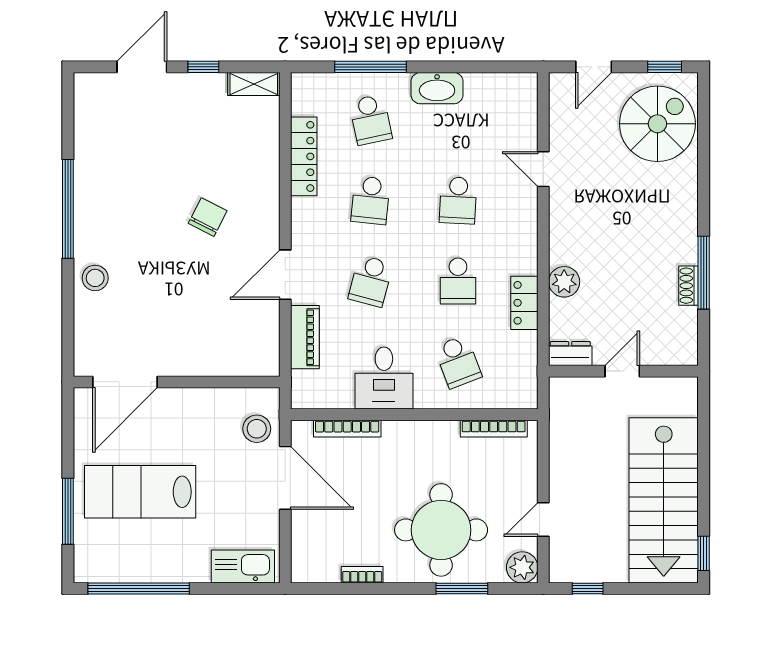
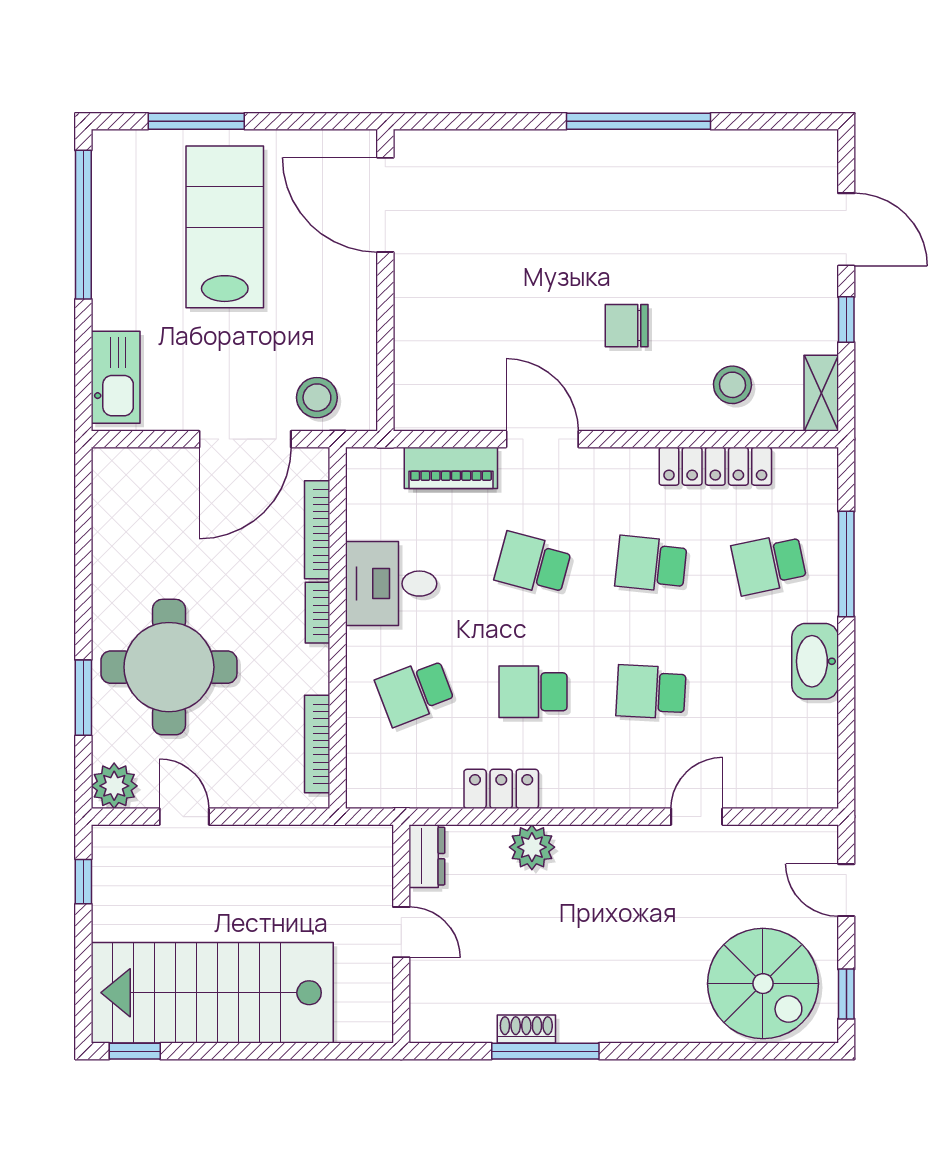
chair: (208, 217) -> (627, 326), turned 153
stool: (95, 278) -> (732, 385), moved
bookcase: (362, 575) -> (318, 613), moved, turned 180

